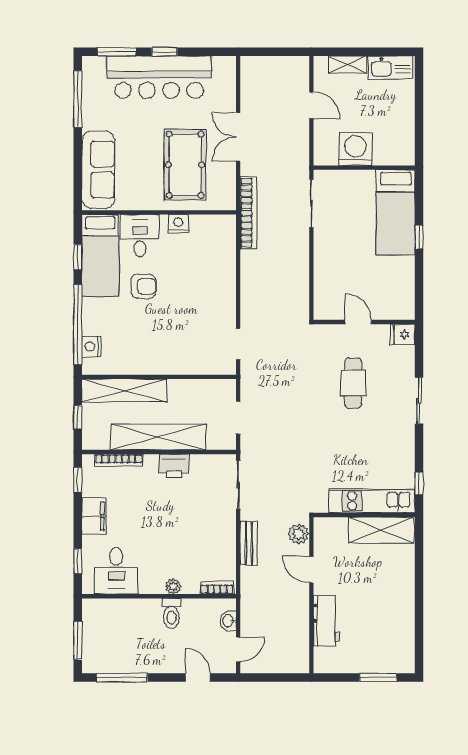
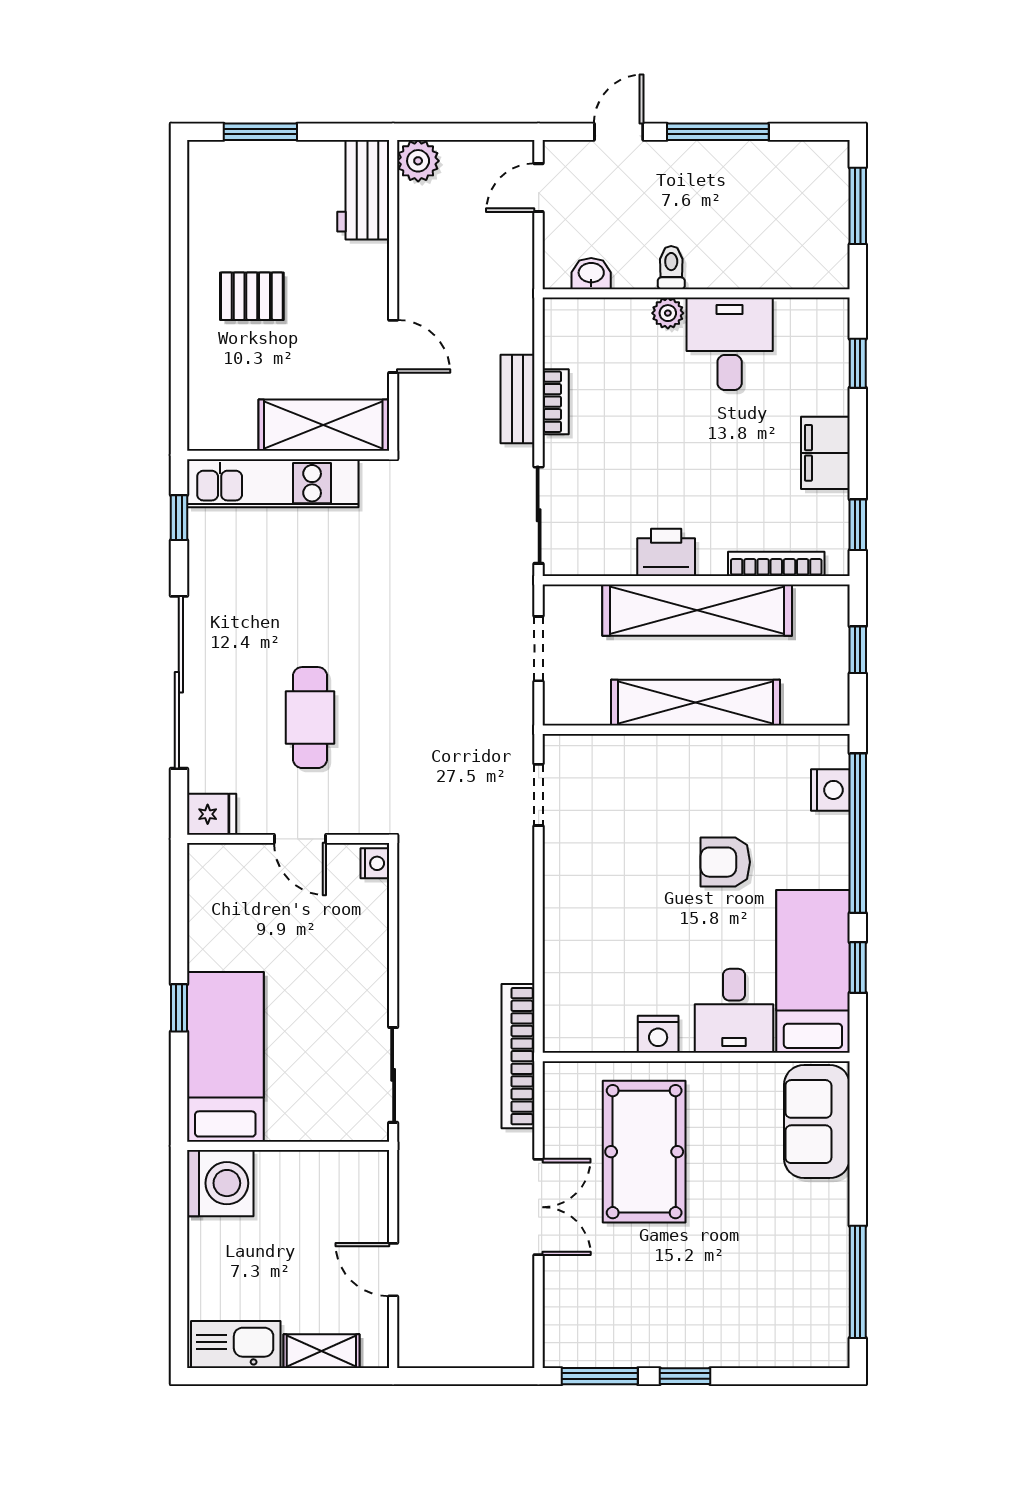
window: (117, 52) -> (600, 1376), moved
bar counter: (159, 77) -> (696, 1326), removed
washing machine: (355, 149) -> (220, 1183), moved, turned -90
sofa: (98, 170) -> (817, 1122), width x0.73
armchair: (143, 286) -> (725, 862), moved
nightstand: (321, 310) -> (375, 863), added
shelving: (124, 390) -> (695, 703), moved
sliding door: (419, 401) -> (179, 682), width x1.86
shelving: (381, 530) -> (323, 425), moved
plant: (299, 534) -> (418, 161), moved
desk: (116, 571) -> (730, 344), moved
bookcase: (217, 588) -> (556, 402), moved, turned -90
pallet: (382, 595) -> (252, 296), added
toilet: (171, 613) -> (671, 268), width x0.73, depth x0.72
washbasin: (228, 621) -> (591, 274), moved, turned -90
workbench: (326, 621) -> (363, 190), moved
window: (122, 678) -> (718, 132), moved
door: (198, 678) -> (619, 132), swing flipped

